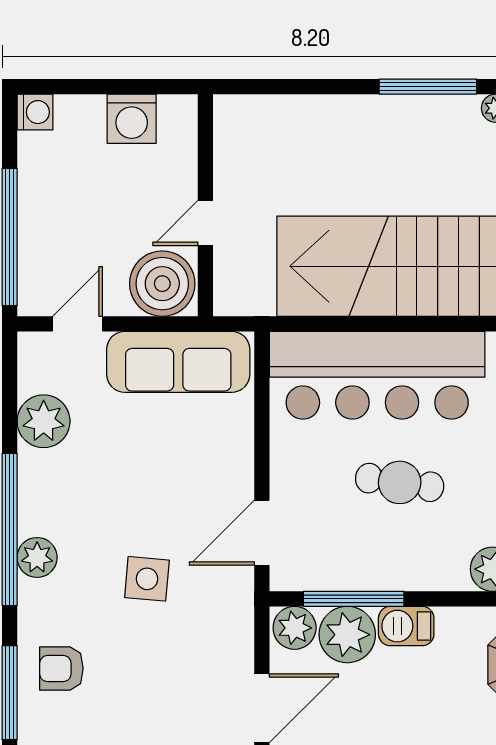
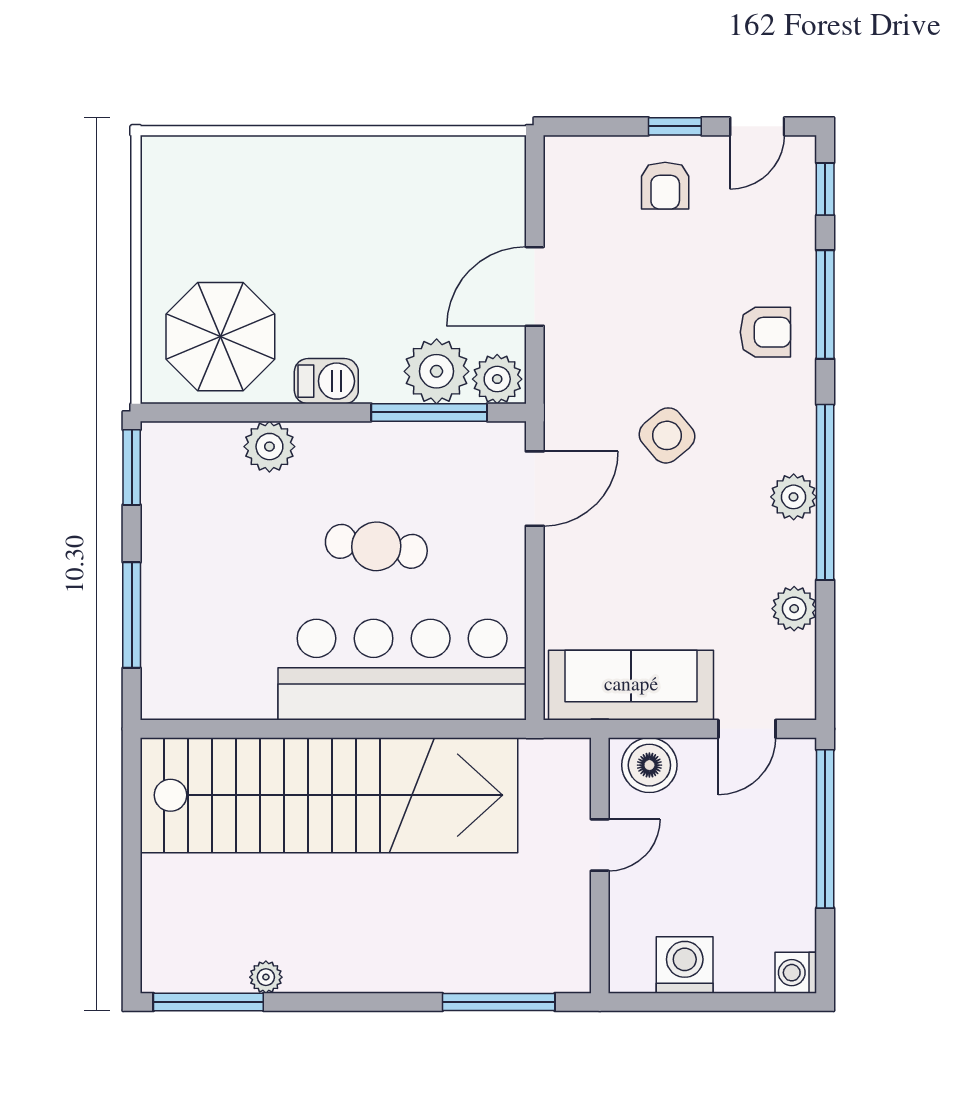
window: (428, 87) -> (499, 1002), moved
boiler: (162, 284) -> (649, 765), width x0.73, depth x0.73
plant: (44, 421) -> (794, 609), width x0.73, depth x0.73
plant: (37, 557) -> (794, 497), moved
side table: (147, 579) -> (667, 435), turned 45
barbecue: (406, 626) -> (326, 381), moved

